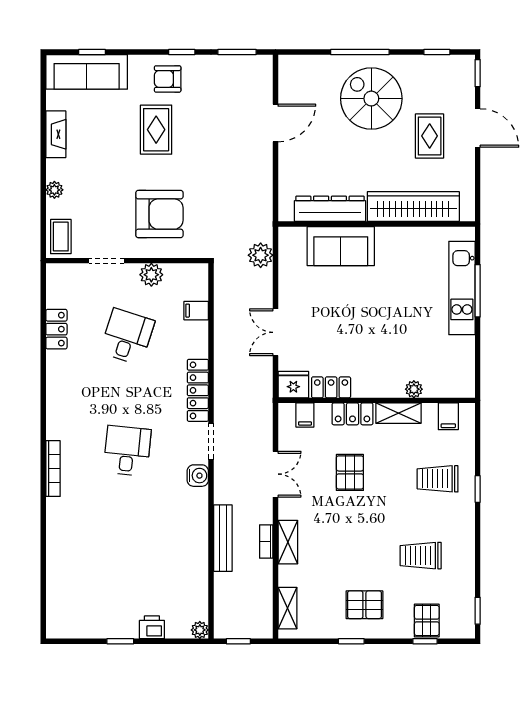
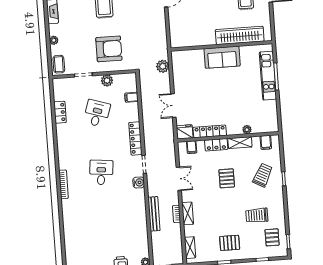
dresser: (330, 209) -> (197, 40), removed
sofa: (341, 246) -> (222, 57), moved
locker: (331, 387) -> (210, 131), width x1.53
pallet: (350, 472) -> (227, 178), moved
trolley: (438, 479) -> (263, 175), turned 118
pallet: (427, 620) -> (272, 237), moved

